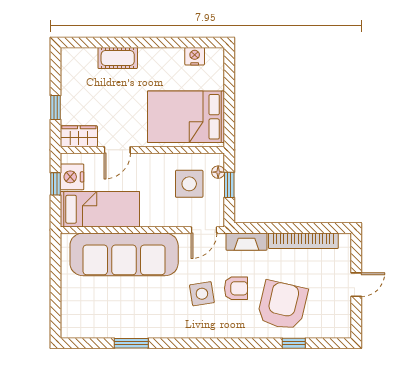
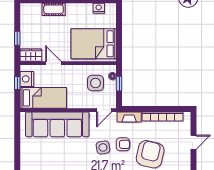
door: (117, 150) -> (53, 63), swing flipped

